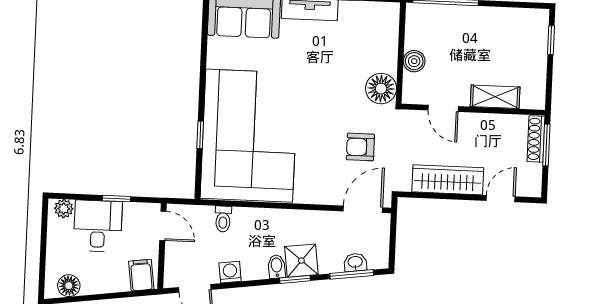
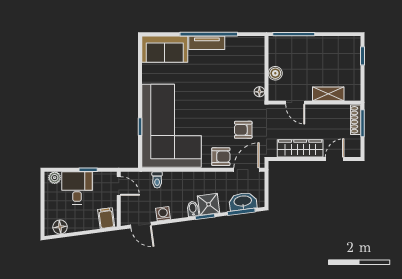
floor lamp: (381, 89) -> (259, 92), width x0.53, depth x0.53
armchair: (324, 187) -> (221, 157), added
washbasin: (355, 262) -> (243, 201), width x1.91, depth x1.45

